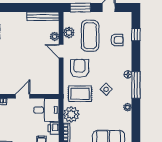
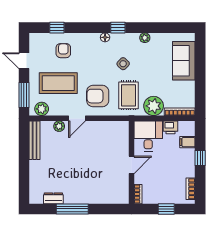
plant: (69, 33) -> (42, 109), moved
window: (136, 85) -> (118, 28), width x0.46
door: (23, 96) -> (131, 165), swing flipped

